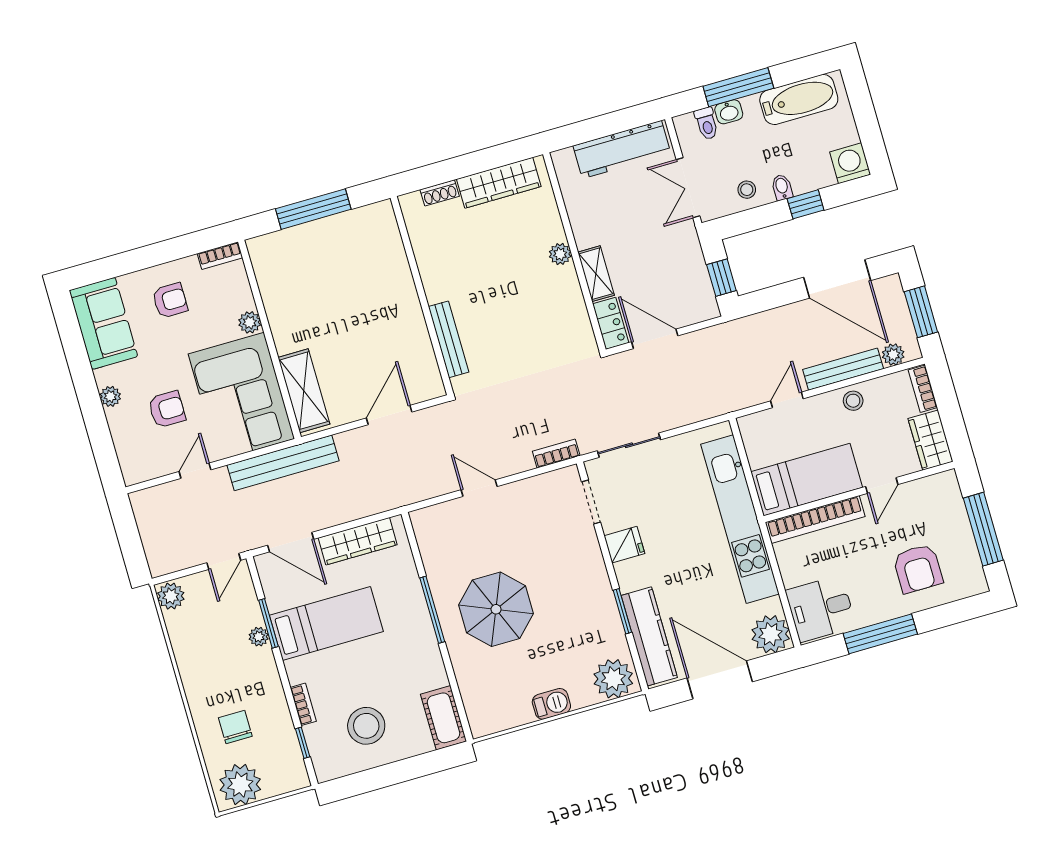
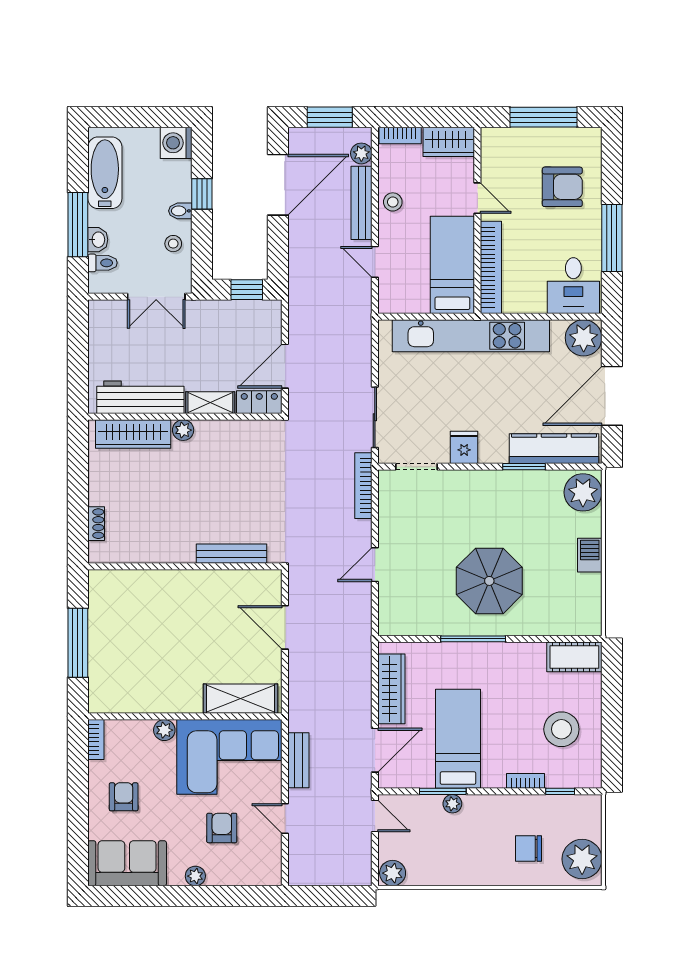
workbench: (622, 150) -> (140, 397), moved, turned -90
wardrobe: (499, 183) -> (133, 434), moved, turned 90
bookcase: (556, 454) -> (363, 486), width x1.56
bench: (283, 463) -> (298, 760), width x0.54, depth x0.82

